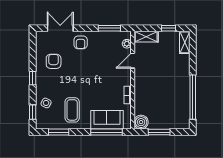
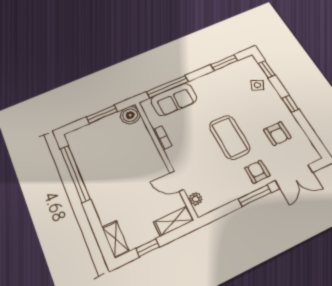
window: (109, 28) -> (255, 196), moved
door: (133, 61) -> (177, 181), swing flipped
coffee table: (72, 110) -> (230, 137), moved, width x1.36, depth x1.32

